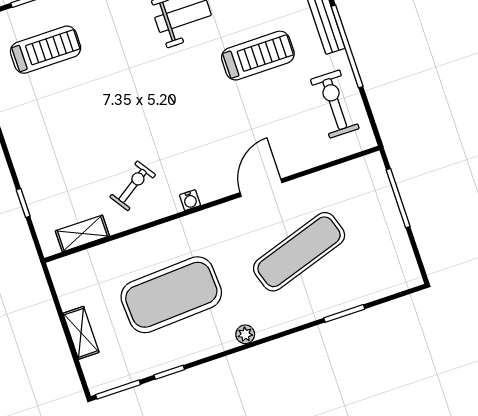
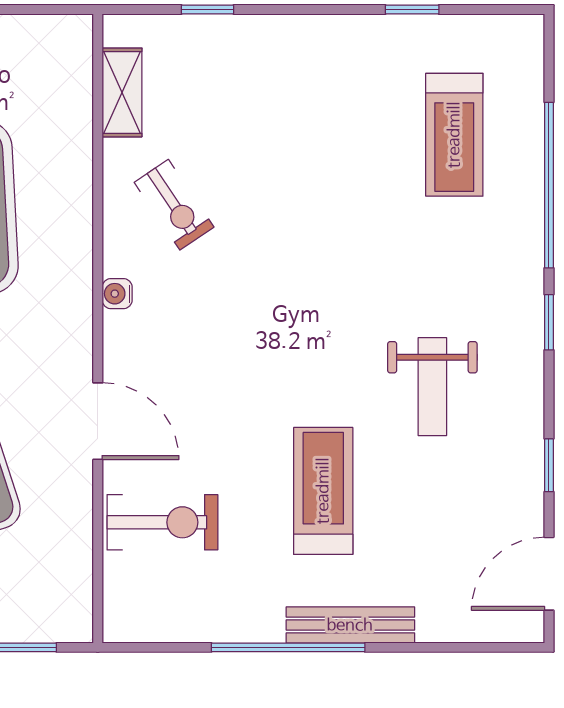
treadmill: (258, 56) -> (323, 491), turned 180
exercise bike: (335, 104) -> (162, 522), moved

